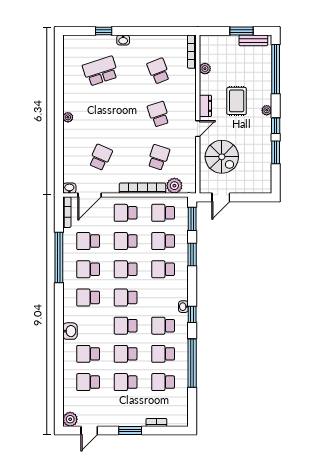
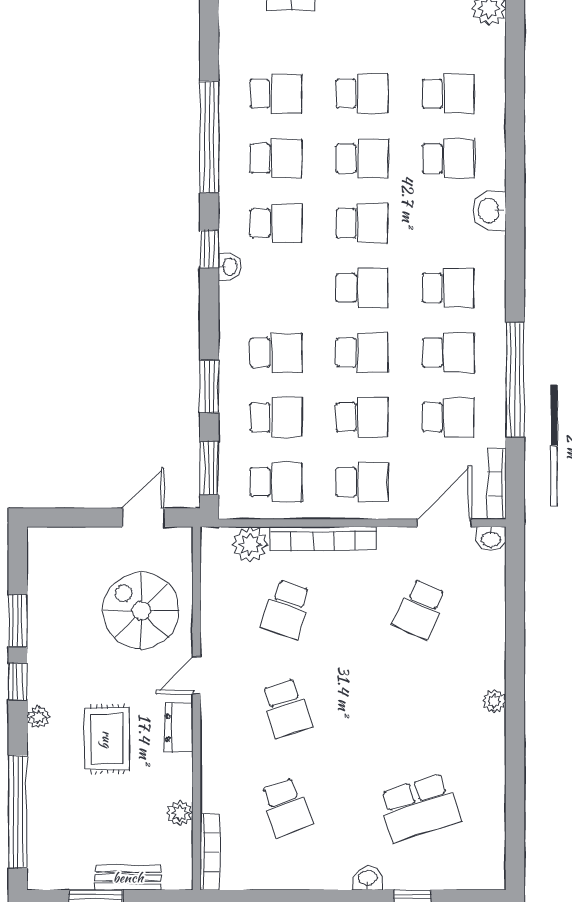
bench: (253, 40) -> (128, 878), moved

